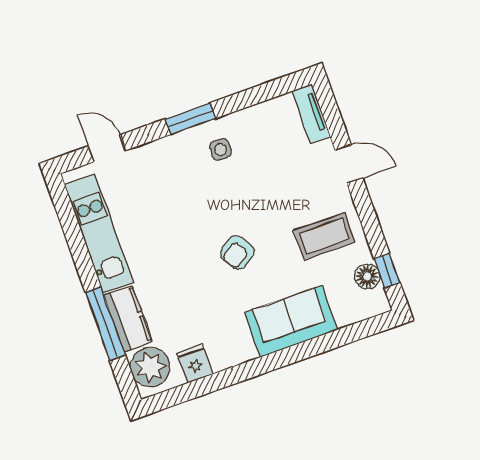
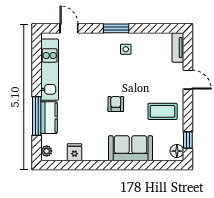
armchair: (237, 253) -> (116, 104), turned 123
floor lamp: (367, 277) -> (177, 151), moved
plant: (150, 367) -> (47, 151), width x0.53, depth x0.53

